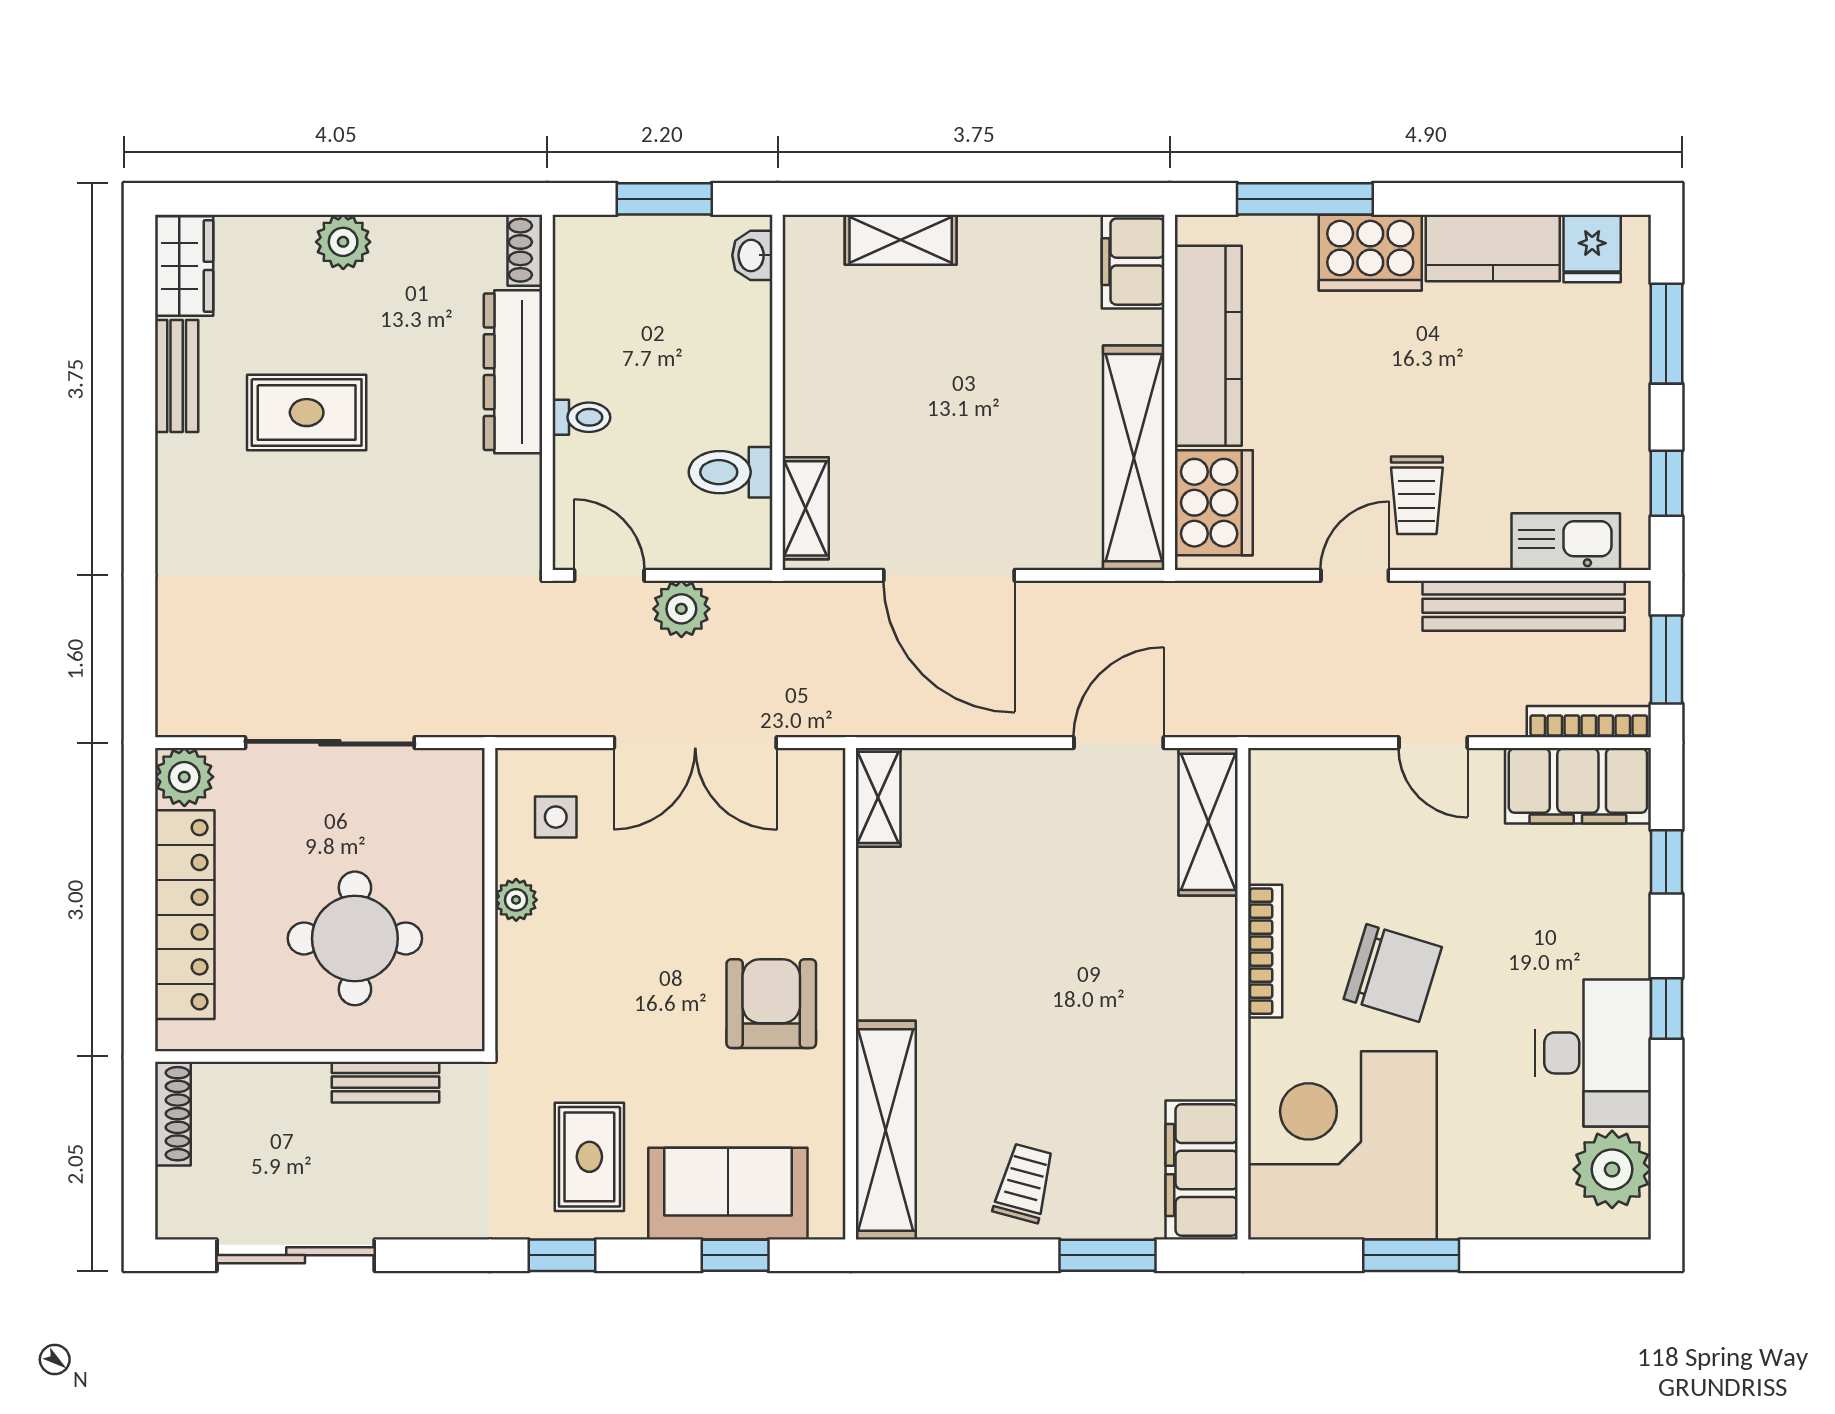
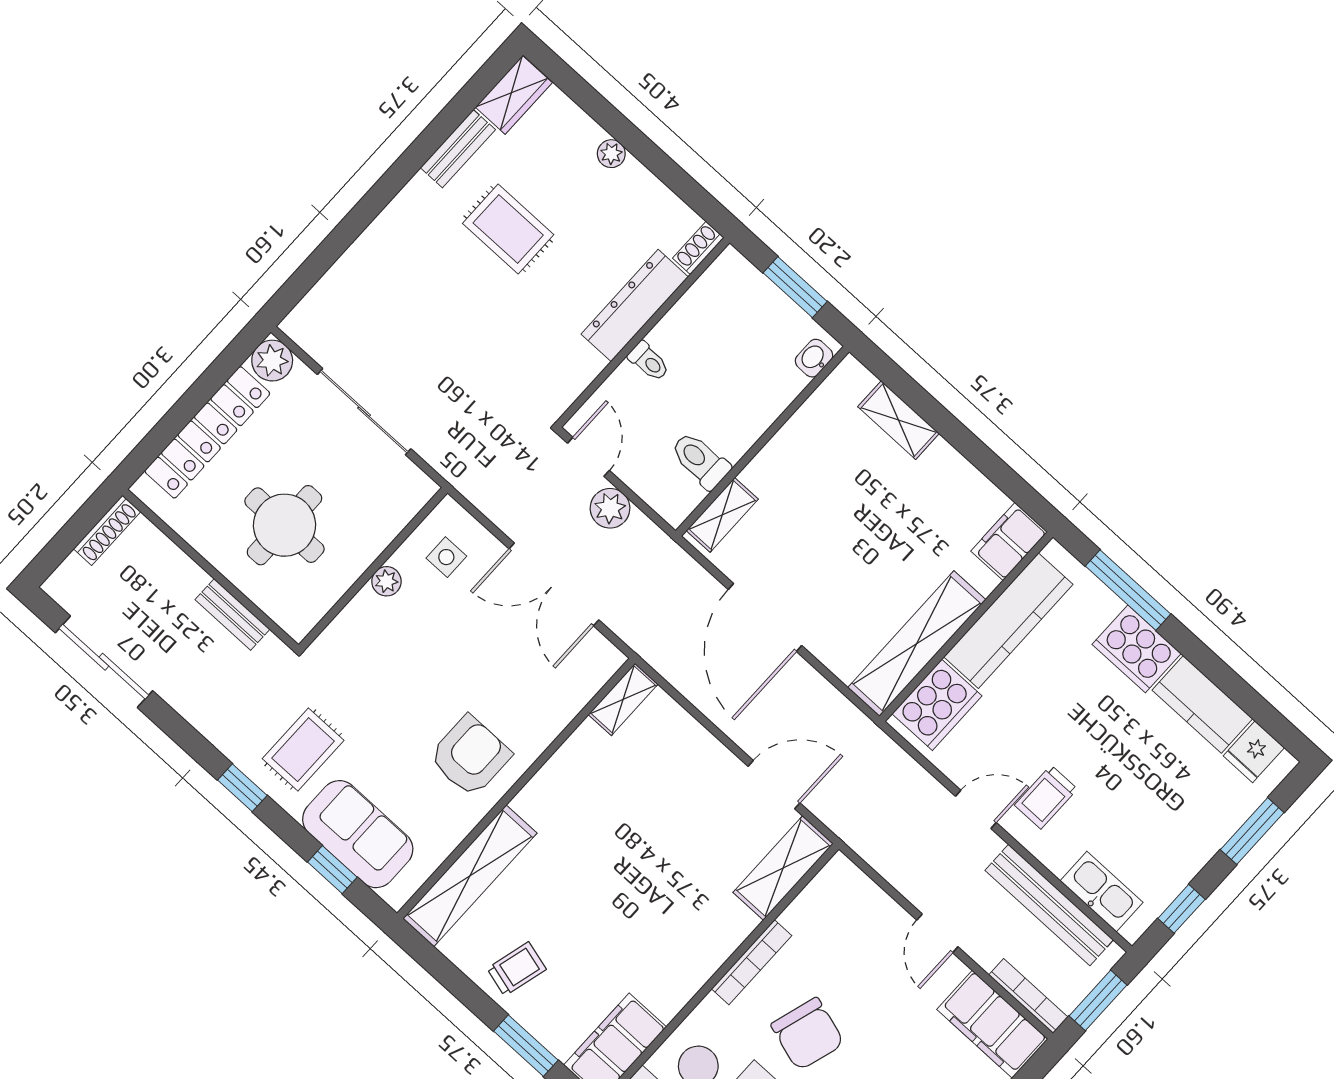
plant: (343, 242) -> (611, 154), width x0.73, depth x0.73

